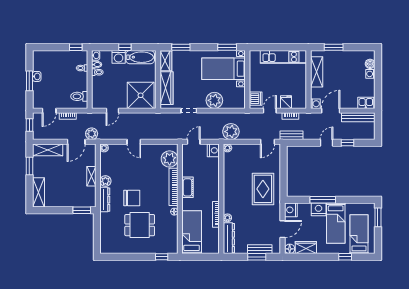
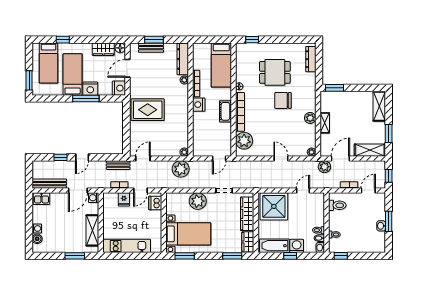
nightstand: (213, 150) -> (199, 105), moved
rug: (263, 189) -> (148, 110), turned 90
dresser: (105, 200) -> (311, 59), moved

